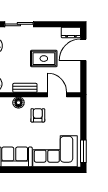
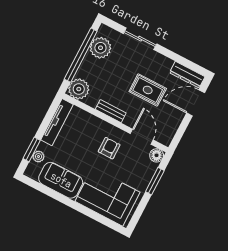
dresser: (71, 32) -> (187, 75), width x1.44
floor lamp: (18, 103) -> (157, 155), moved
window: (83, 151) -> (155, 181), moved

